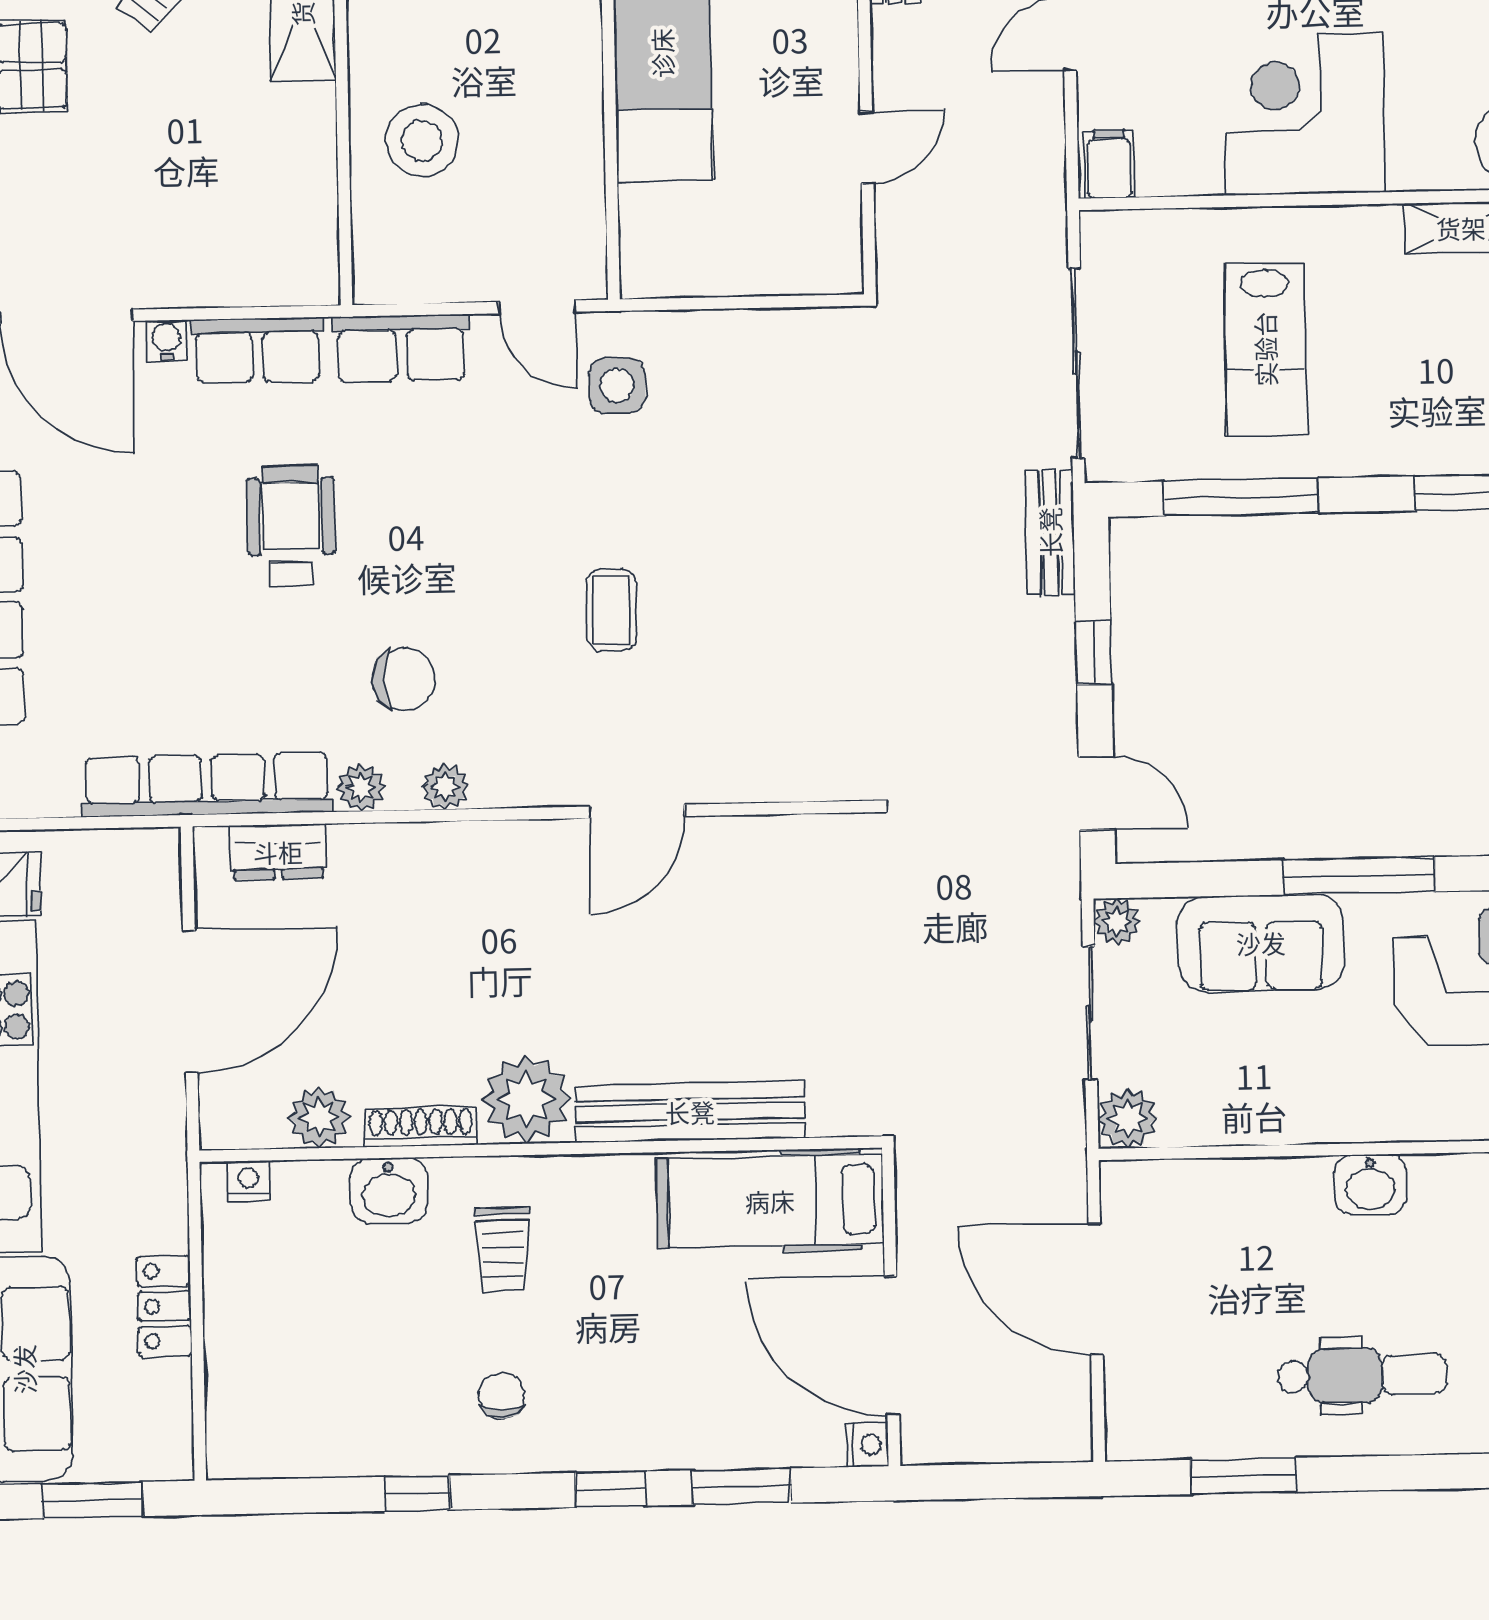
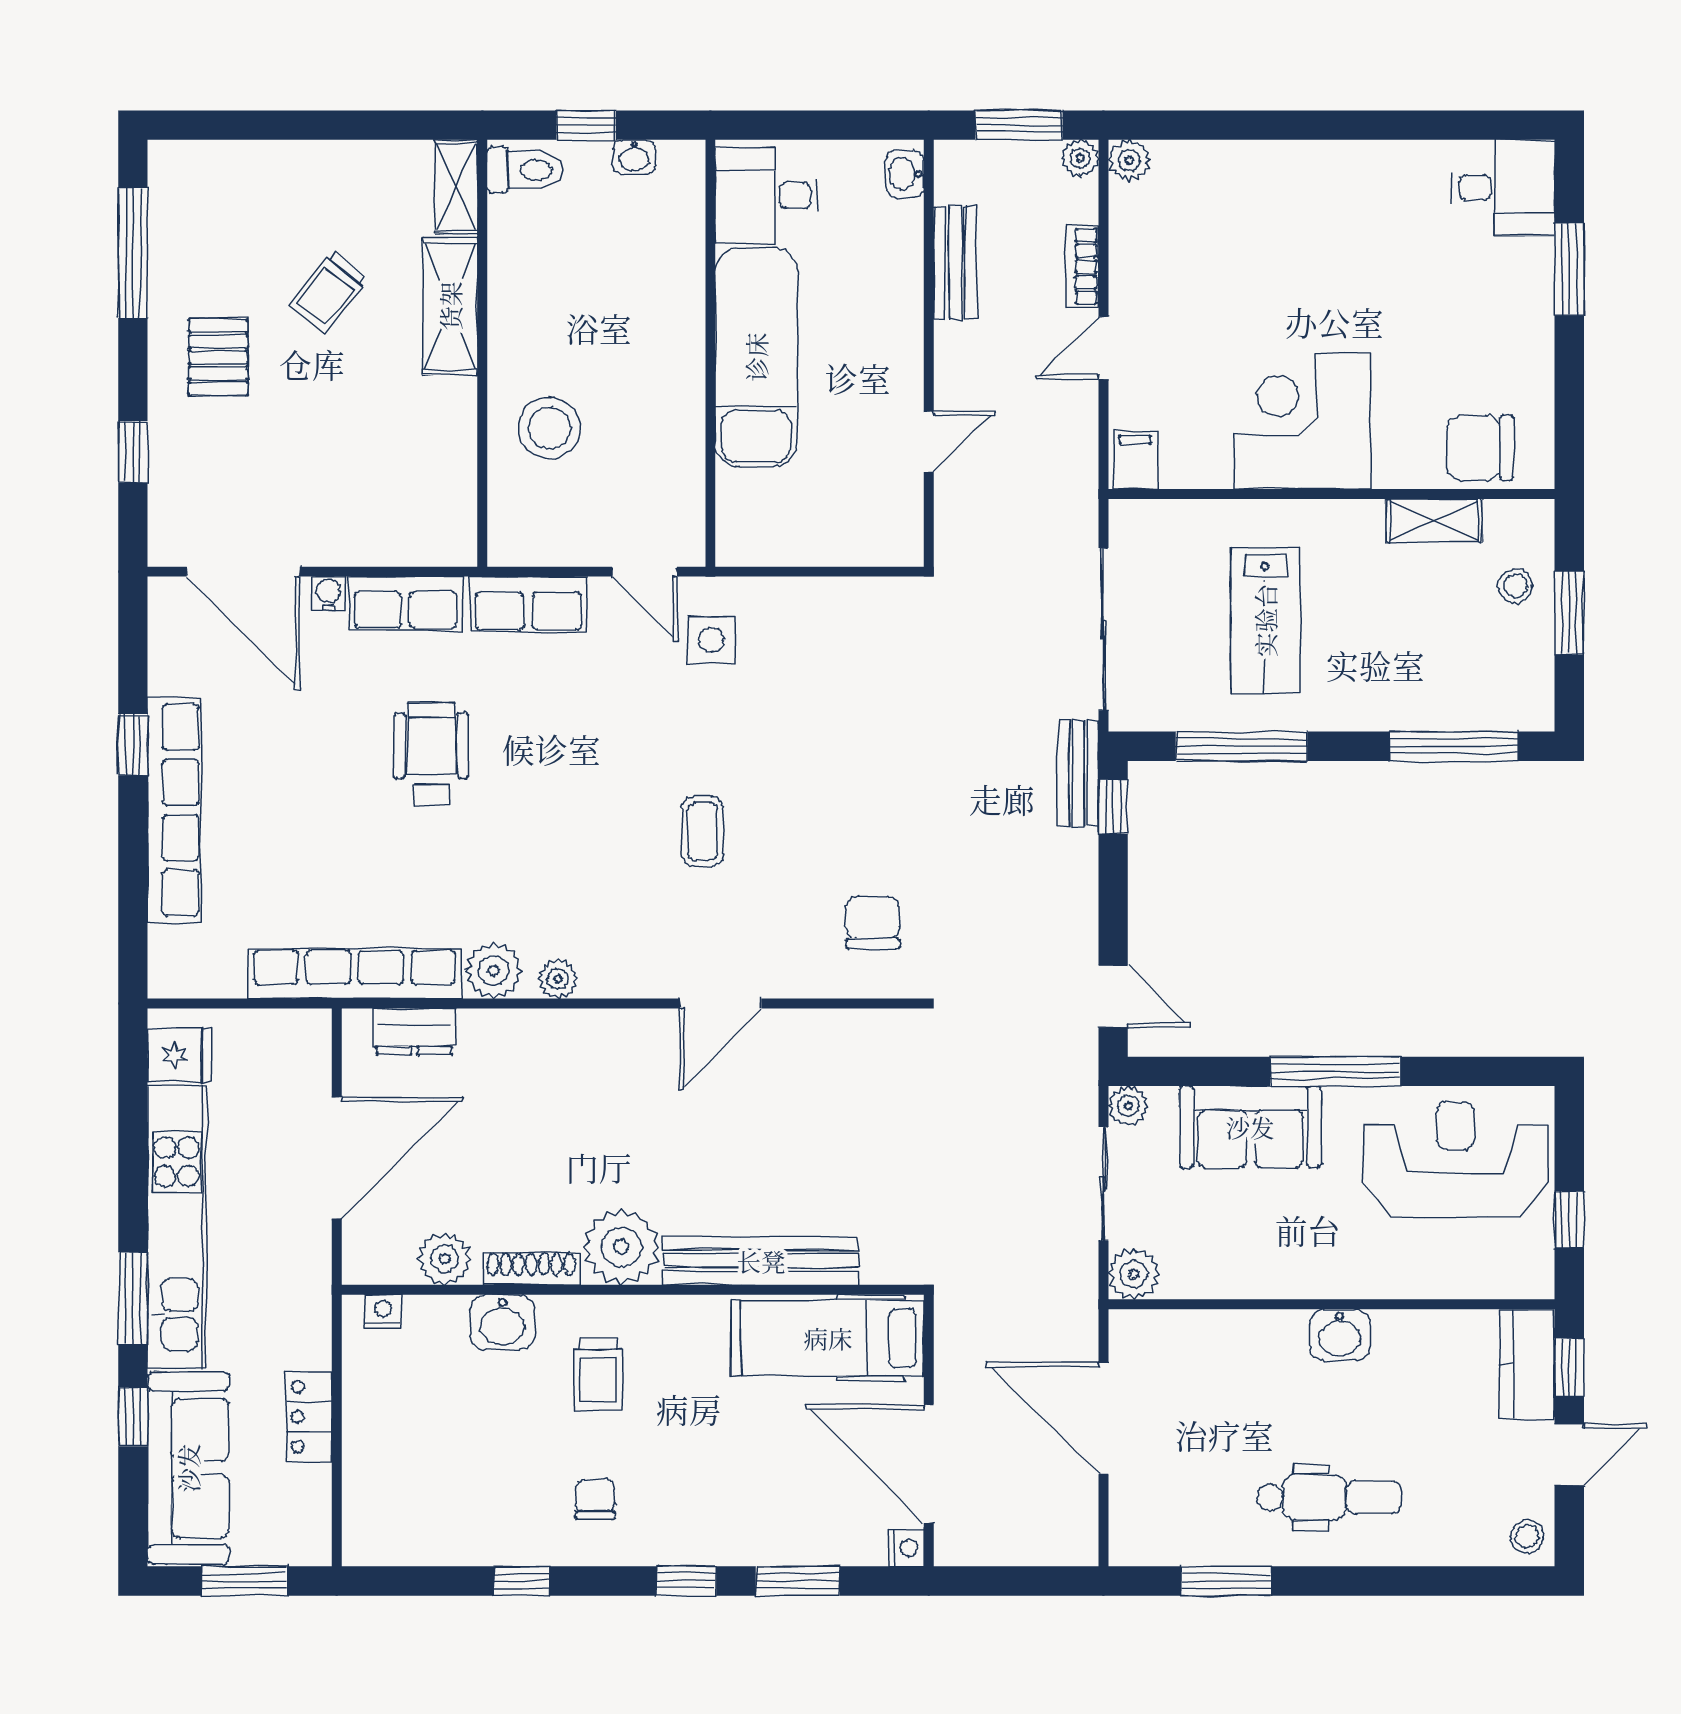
window: (1094, 653) -> (1113, 807), moved
chair: (403, 679) -> (873, 922), moved, turned -90
plant: (361, 787) -> (494, 971), width x1.38, depth x1.38

